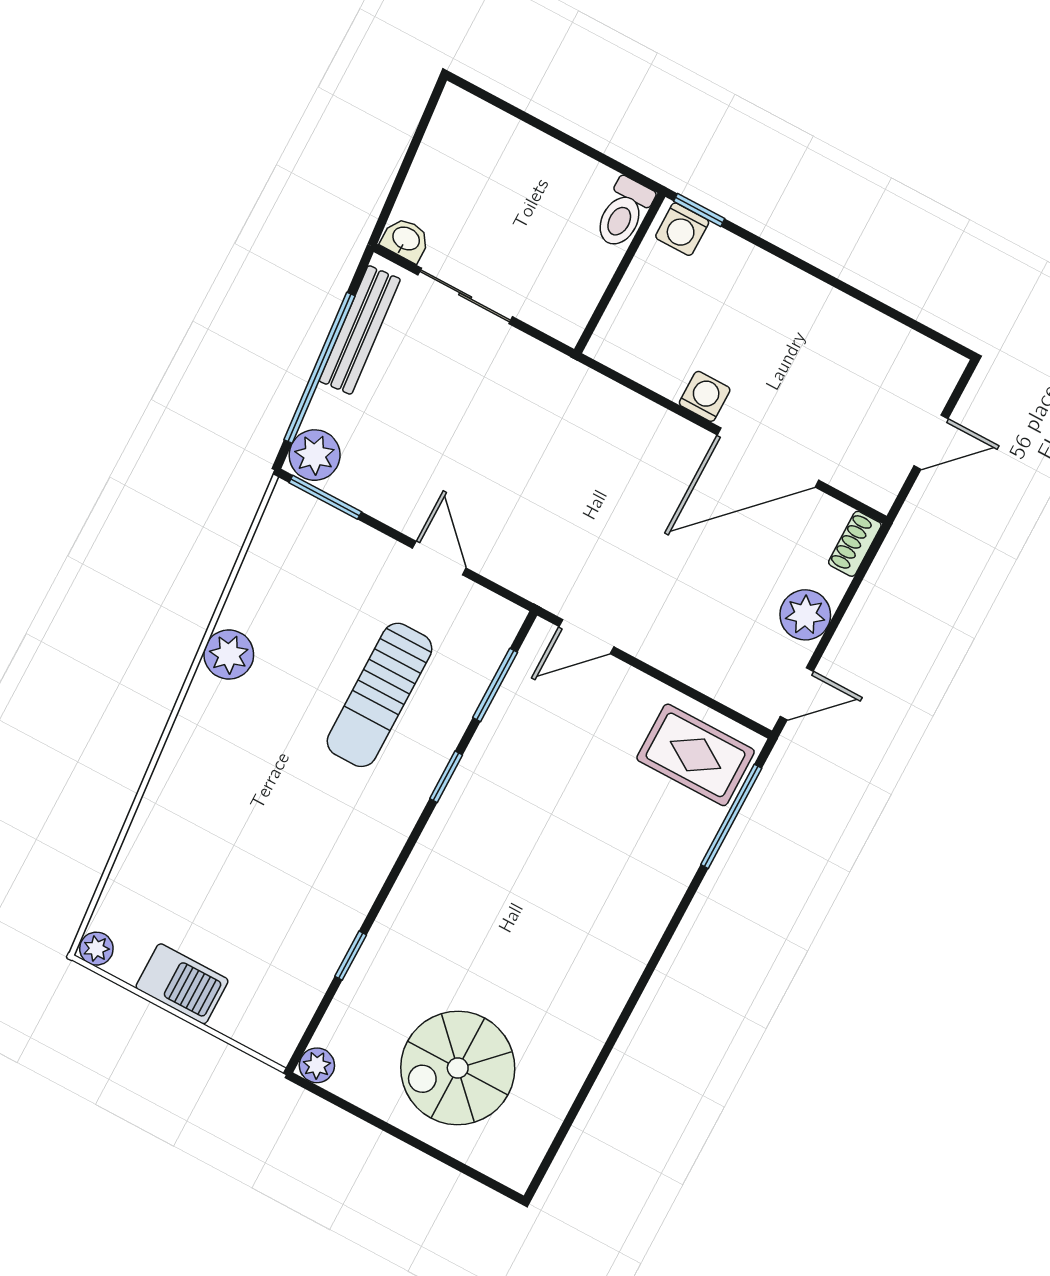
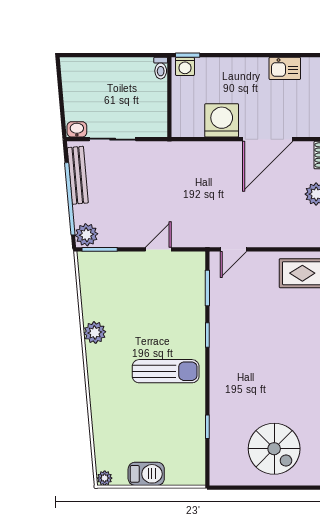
toilet: (624, 213) -> (161, 68), width x0.73, depth x0.72
kitchen sink: (875, 337) -> (285, 68), added
washing machine: (705, 396) -> (222, 120), width x1.89, depth x1.89
door: (439, 558) -> (158, 249), hinge flipped
sun lounger: (380, 695) -> (166, 371), moved, turned -90
plant: (317, 1065) -> (217, 478), removed
spiral stairs: (458, 1068) -> (274, 449), turned -90

